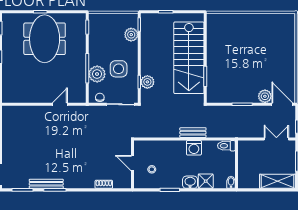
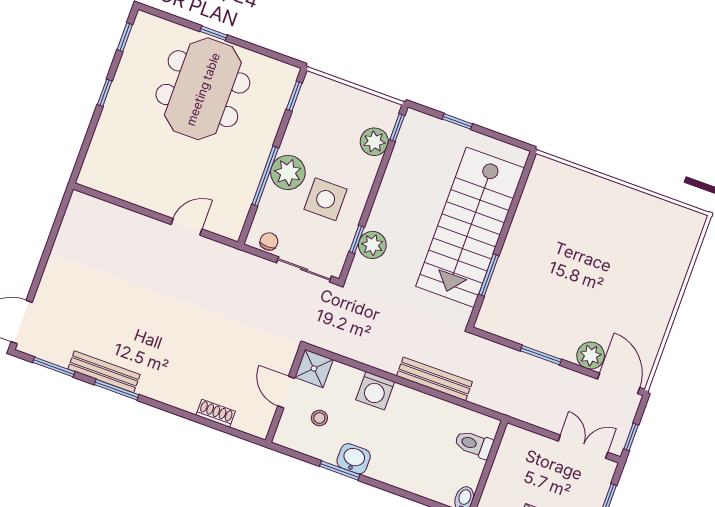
plant: (97, 74) -> (288, 172), moved
bench: (193, 133) -> (434, 379), width x1.36
toilet: (226, 146) -> (474, 444), moved
washing machine: (194, 148) -> (375, 391), moved
shower: (206, 181) -> (314, 368), moved
washbasin: (190, 182) -> (354, 459), moved

